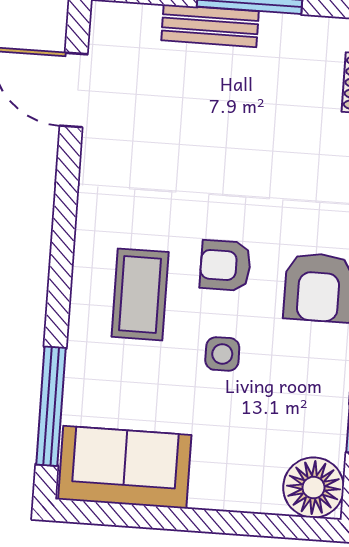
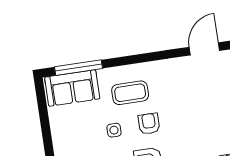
sofa: (125, 467) -> (72, 88), moved, turned 90

